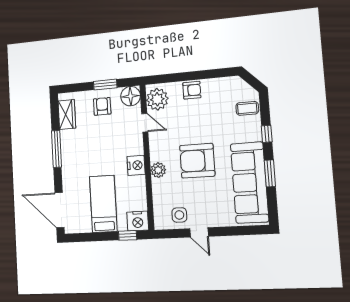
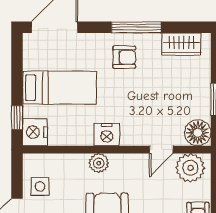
armchair: (102, 106) -> (124, 57), moved

